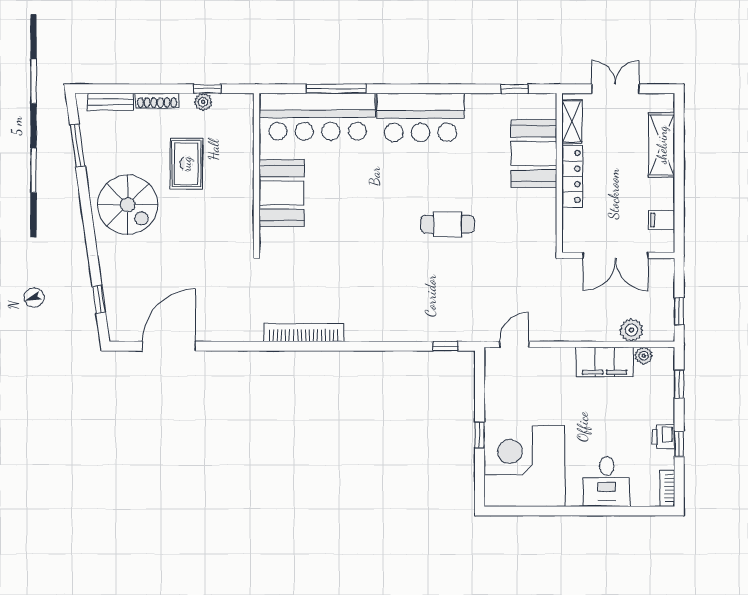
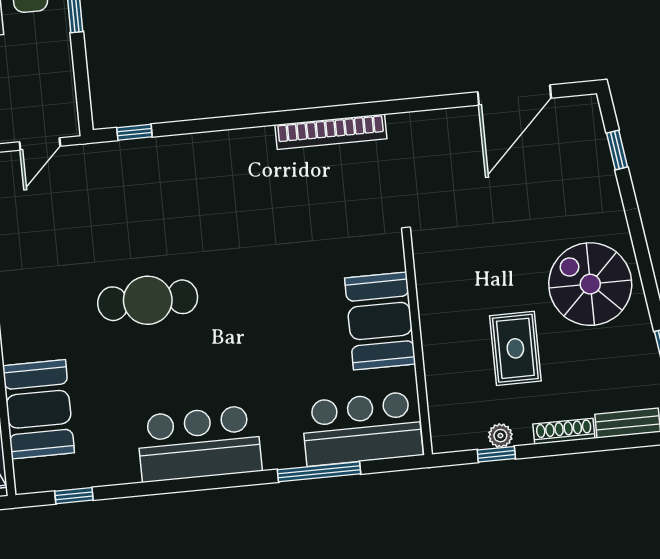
bar counter: (318, 117) -> (362, 429), width x0.73
cafe table: (447, 224) -> (148, 300), width x1.37, depth x1.35

